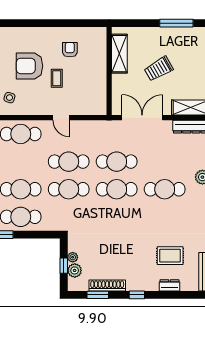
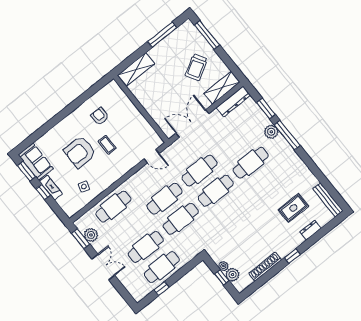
shelving: (119, 54) -> (136, 70), moved, turned 90
trolley: (159, 69) -> (196, 67), moved
door: (61, 118) -> (152, 156), moved
window: (98, 295) -> (264, 279), removed

